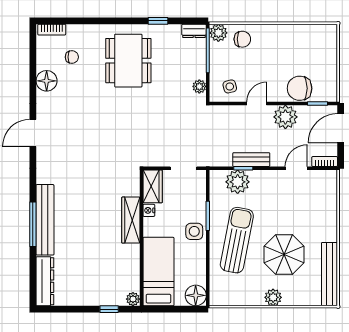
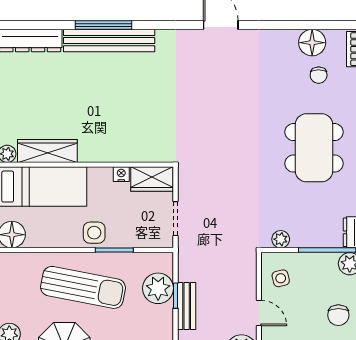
chair: (242, 39) -> (338, 315), moved
dining table: (128, 61) -> (314, 148), turned 90
floor lamp: (47, 81) -> (312, 43), moved
wardrobe: (131, 220) -> (47, 151), moved

